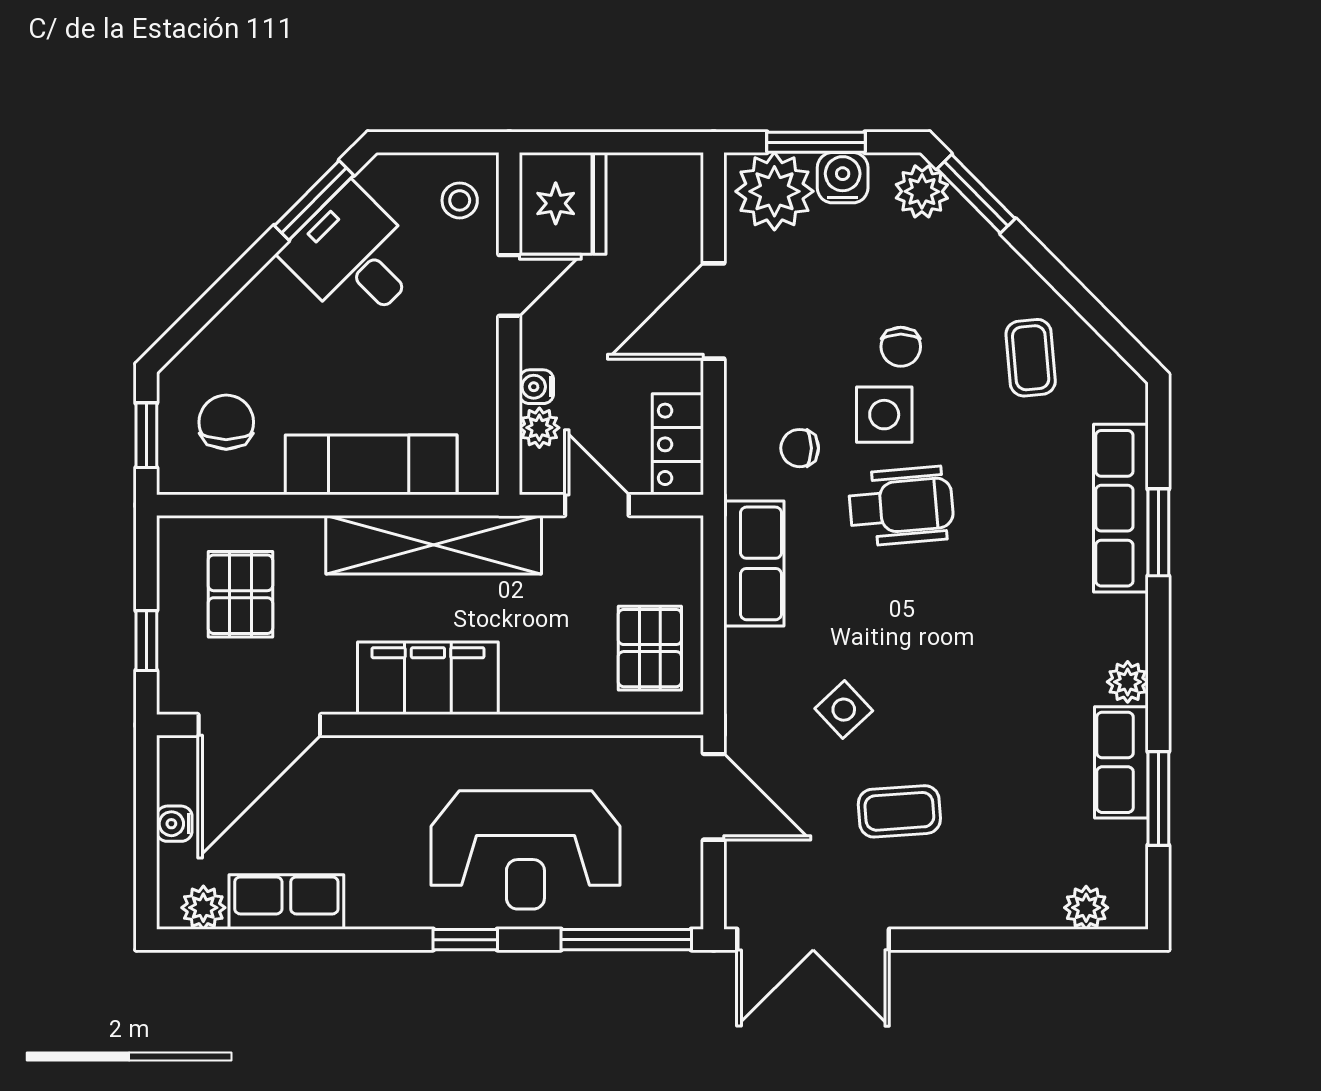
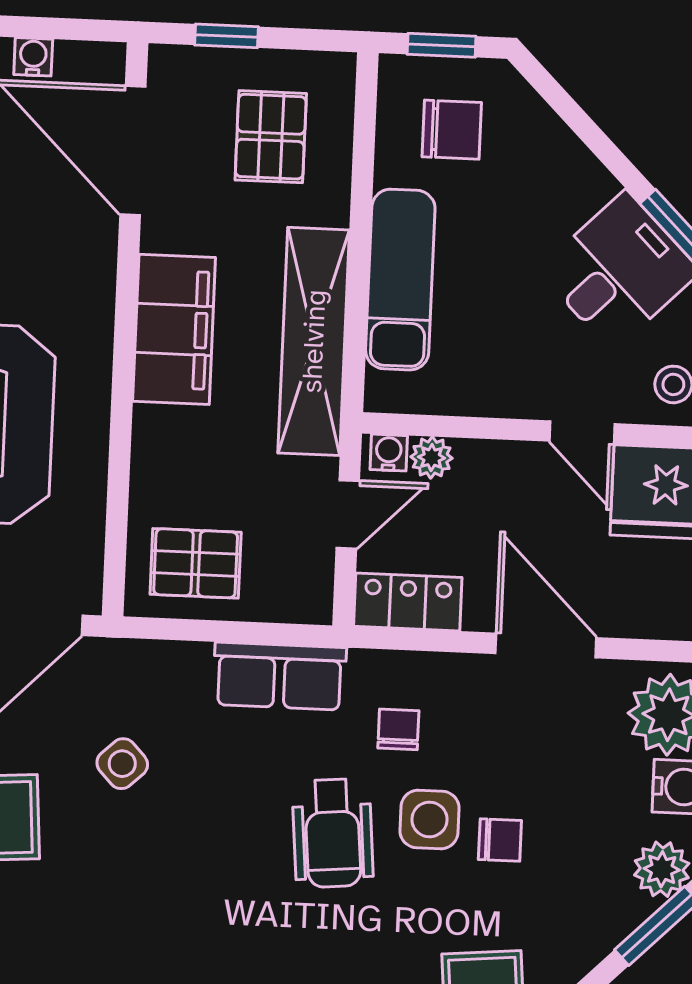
chair: (901, 347) -> (500, 840), turned 180
water cooler: (536, 387) -> (389, 453), moved
pallet: (240, 594) -> (271, 137), turned 90

